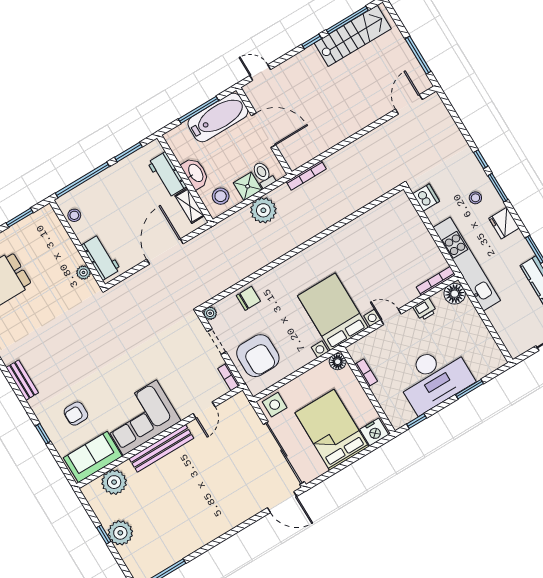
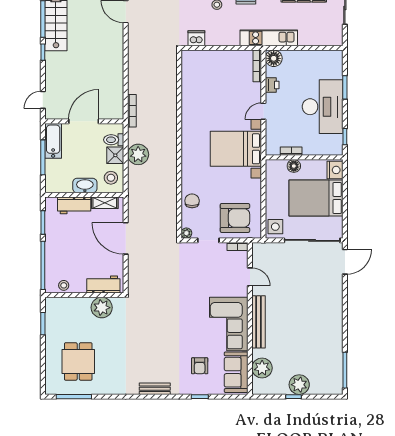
bathtub: (218, 117) -> (53, 141), width x0.73, depth x0.73
kitchen unit: (467, 264) -> (269, 38), width x0.73
plant: (83, 272) -> (102, 308), width x1.87, depth x1.87
floor lamp: (338, 362) -> (294, 166), moved

